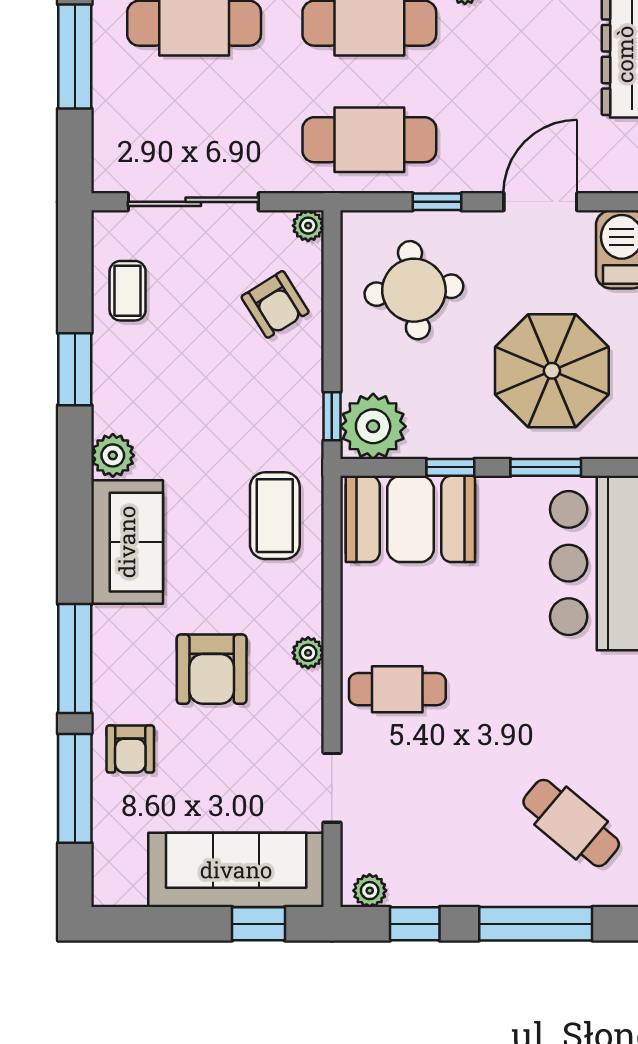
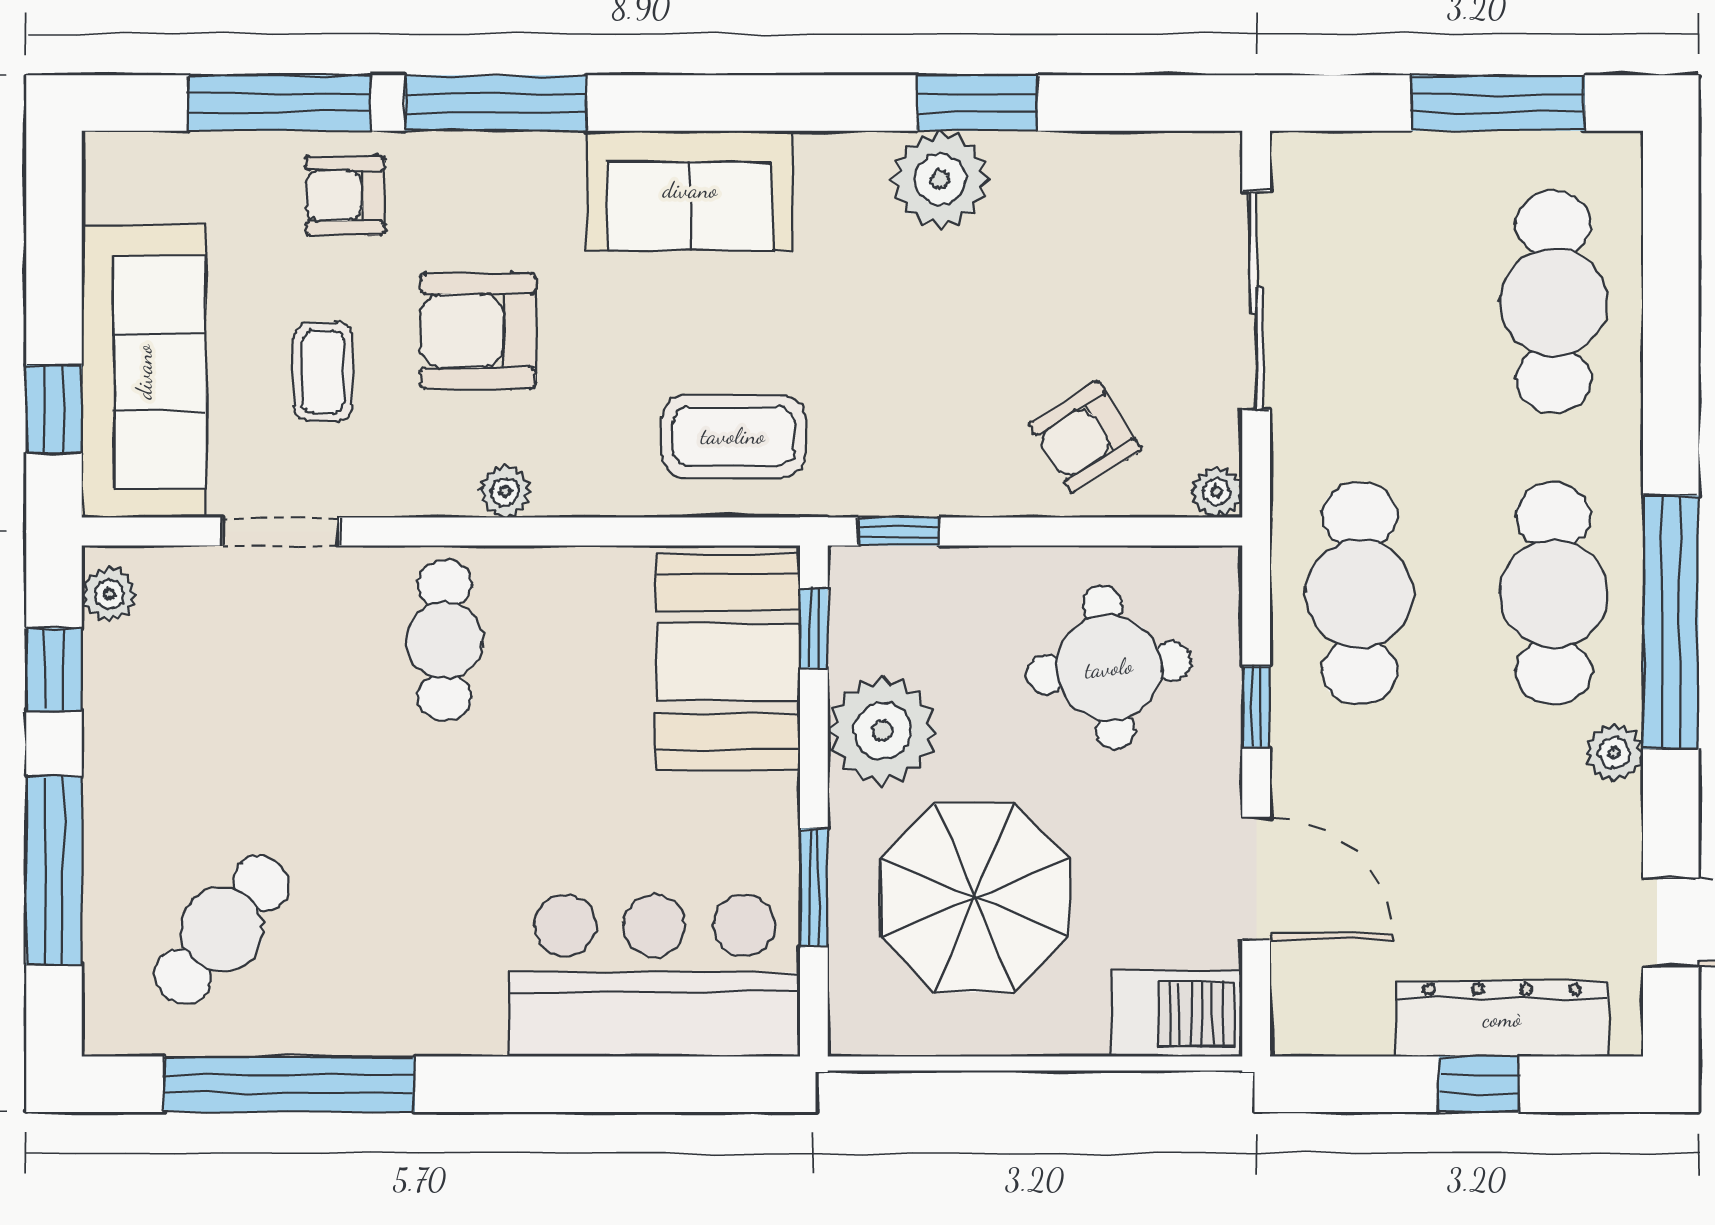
coffee table: (128, 291) -> (323, 372), moved, turned 90
plant: (373, 426) -> (882, 731), moved
plant: (113, 455) -> (940, 179), moved, width x1.36, depth x1.36
window: (450, 467) -> (814, 629), moved

